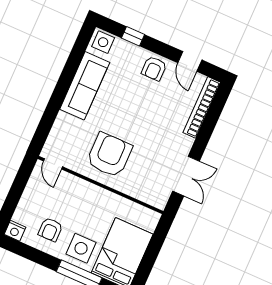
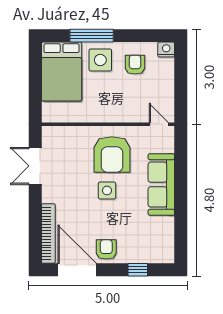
side table: (103, 42) -> (107, 190), moved
door: (190, 61) -> (77, 270), width x1.88
sofa: (85, 86) -> (161, 185), moved

